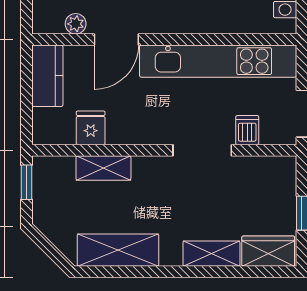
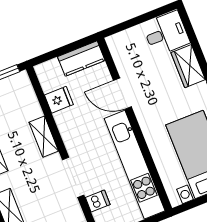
plant: (76, 24) -> (122, 63), removed
shelving: (103, 168) -> (44, 137), moved

